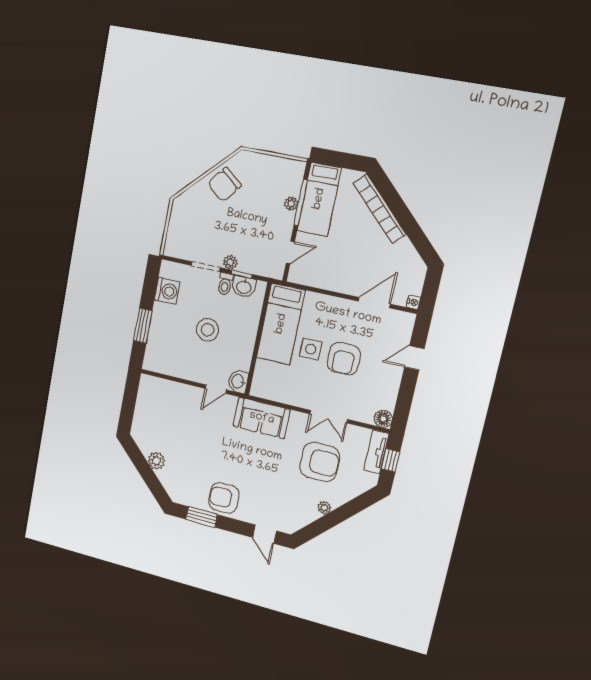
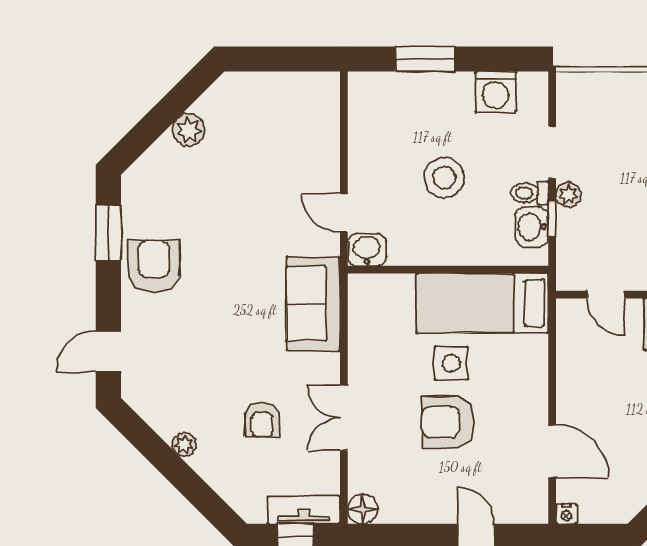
armchair: (320, 462) -> (262, 420), width x0.53, depth x0.53

